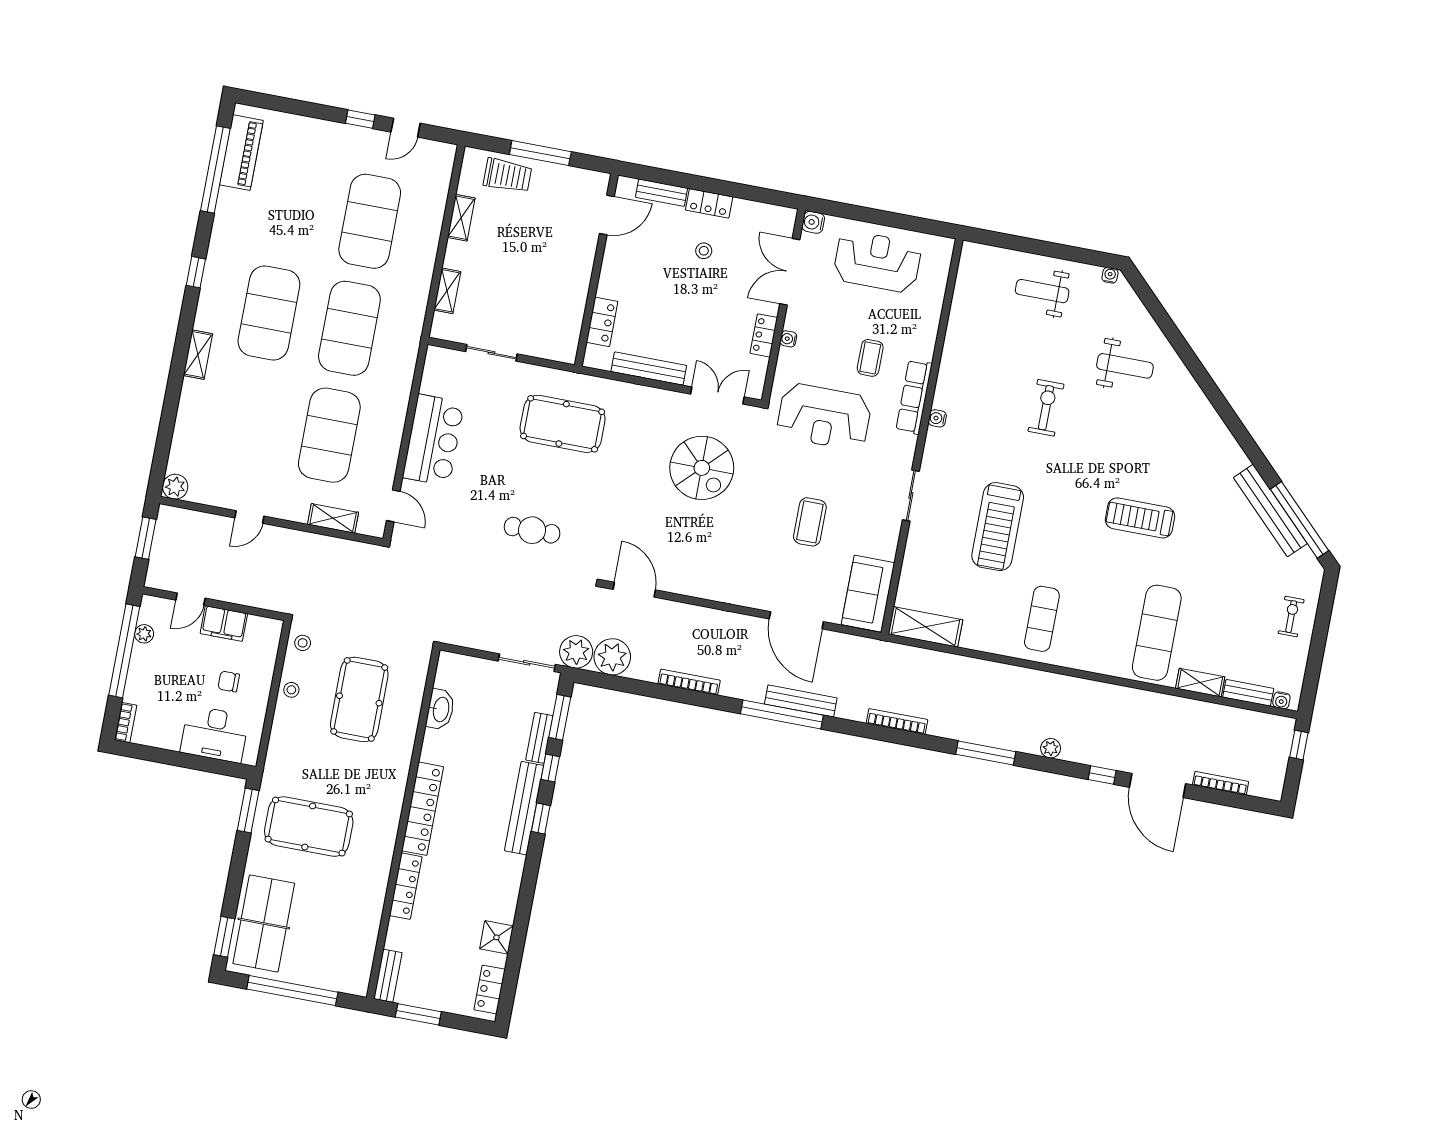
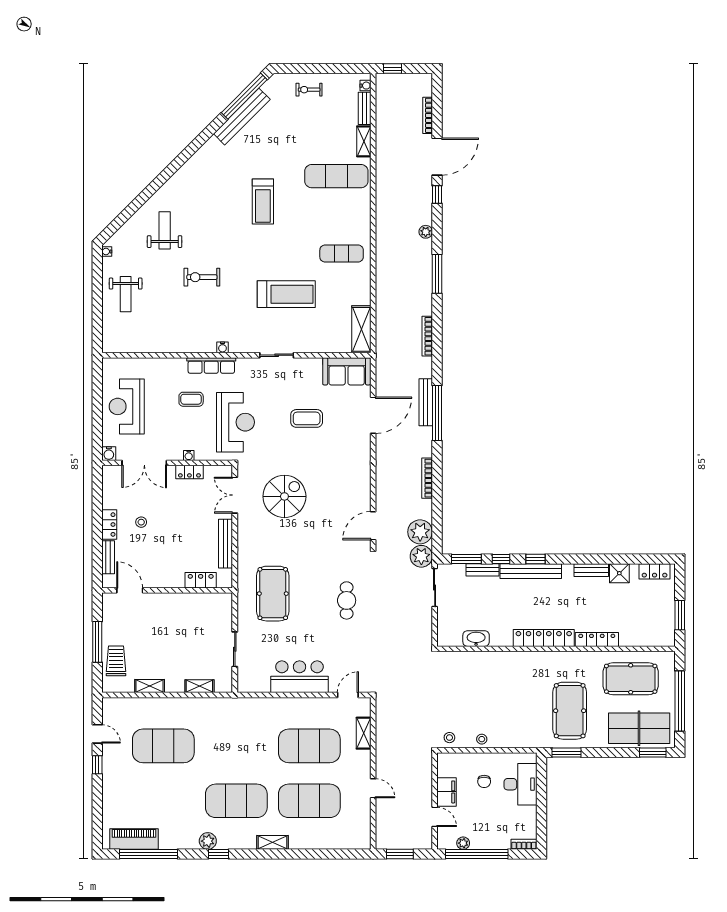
exercise mat: (349, 328) -> (309, 801), moved
plant: (175, 487) -> (208, 841), moved
pool table: (359, 699) -> (631, 679), moved
bench: (388, 976) -> (591, 570), moved

